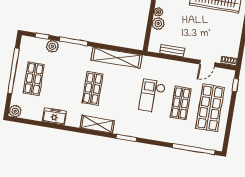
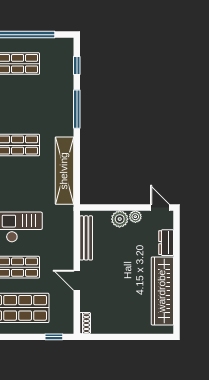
plant: (52, 46) -> (65, 82), removed
bench: (172, 51) -> (86, 238), width x1.36
door: (207, 63) -> (77, 280), moved

